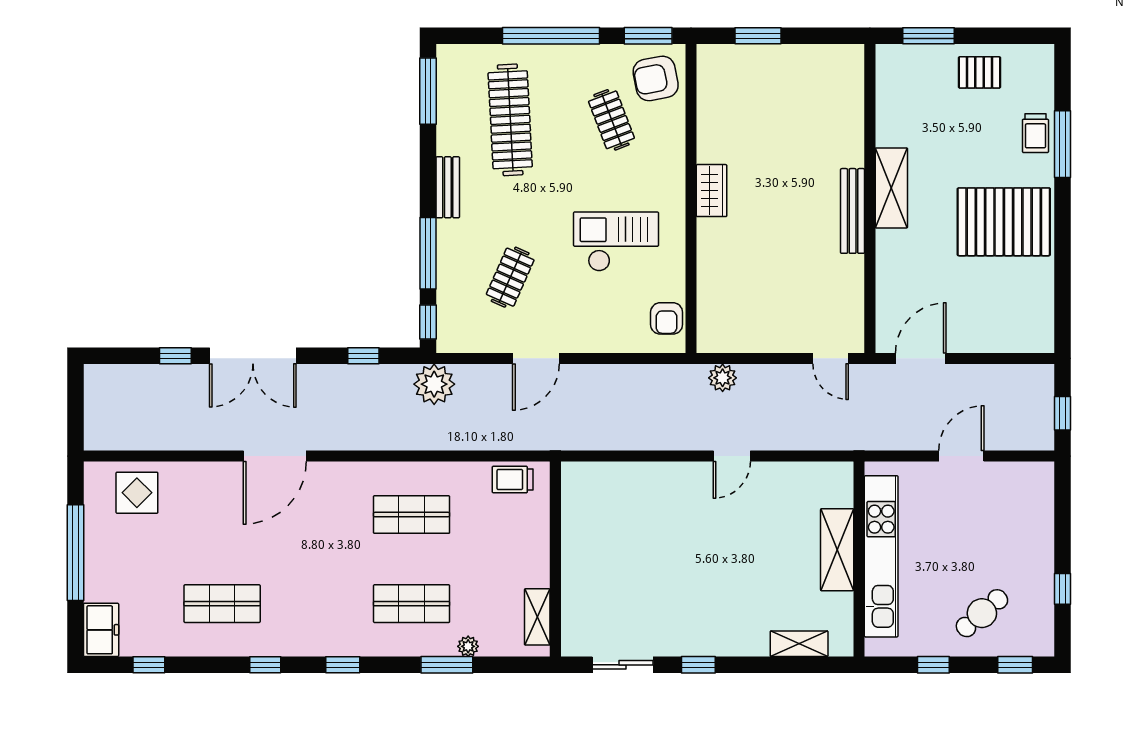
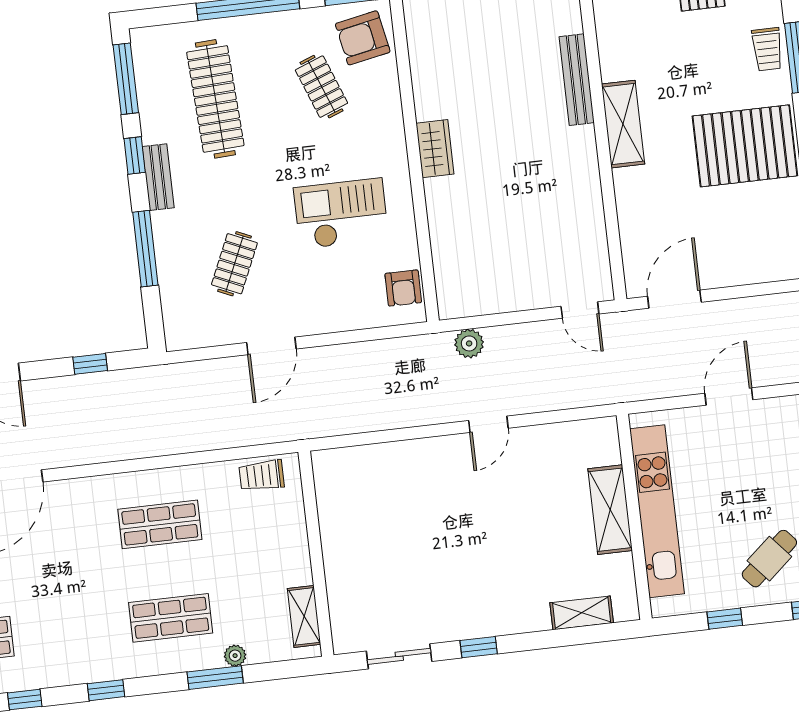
bench: (853, 211) -> (577, 80), moved
window: (428, 322) -> (135, 156), moved
plant: (434, 384) -> (168, 385), removed

